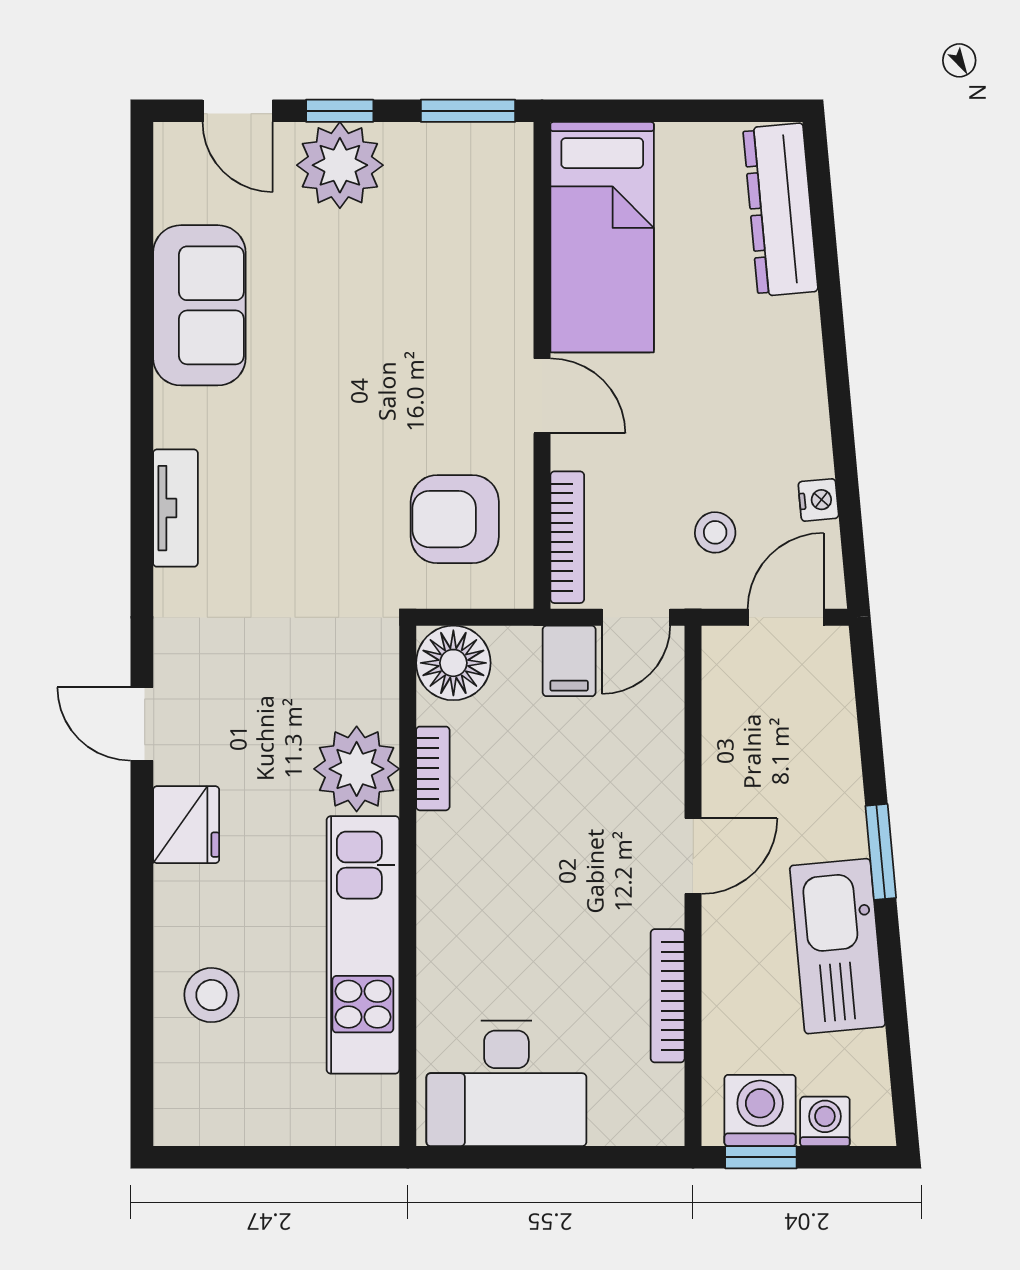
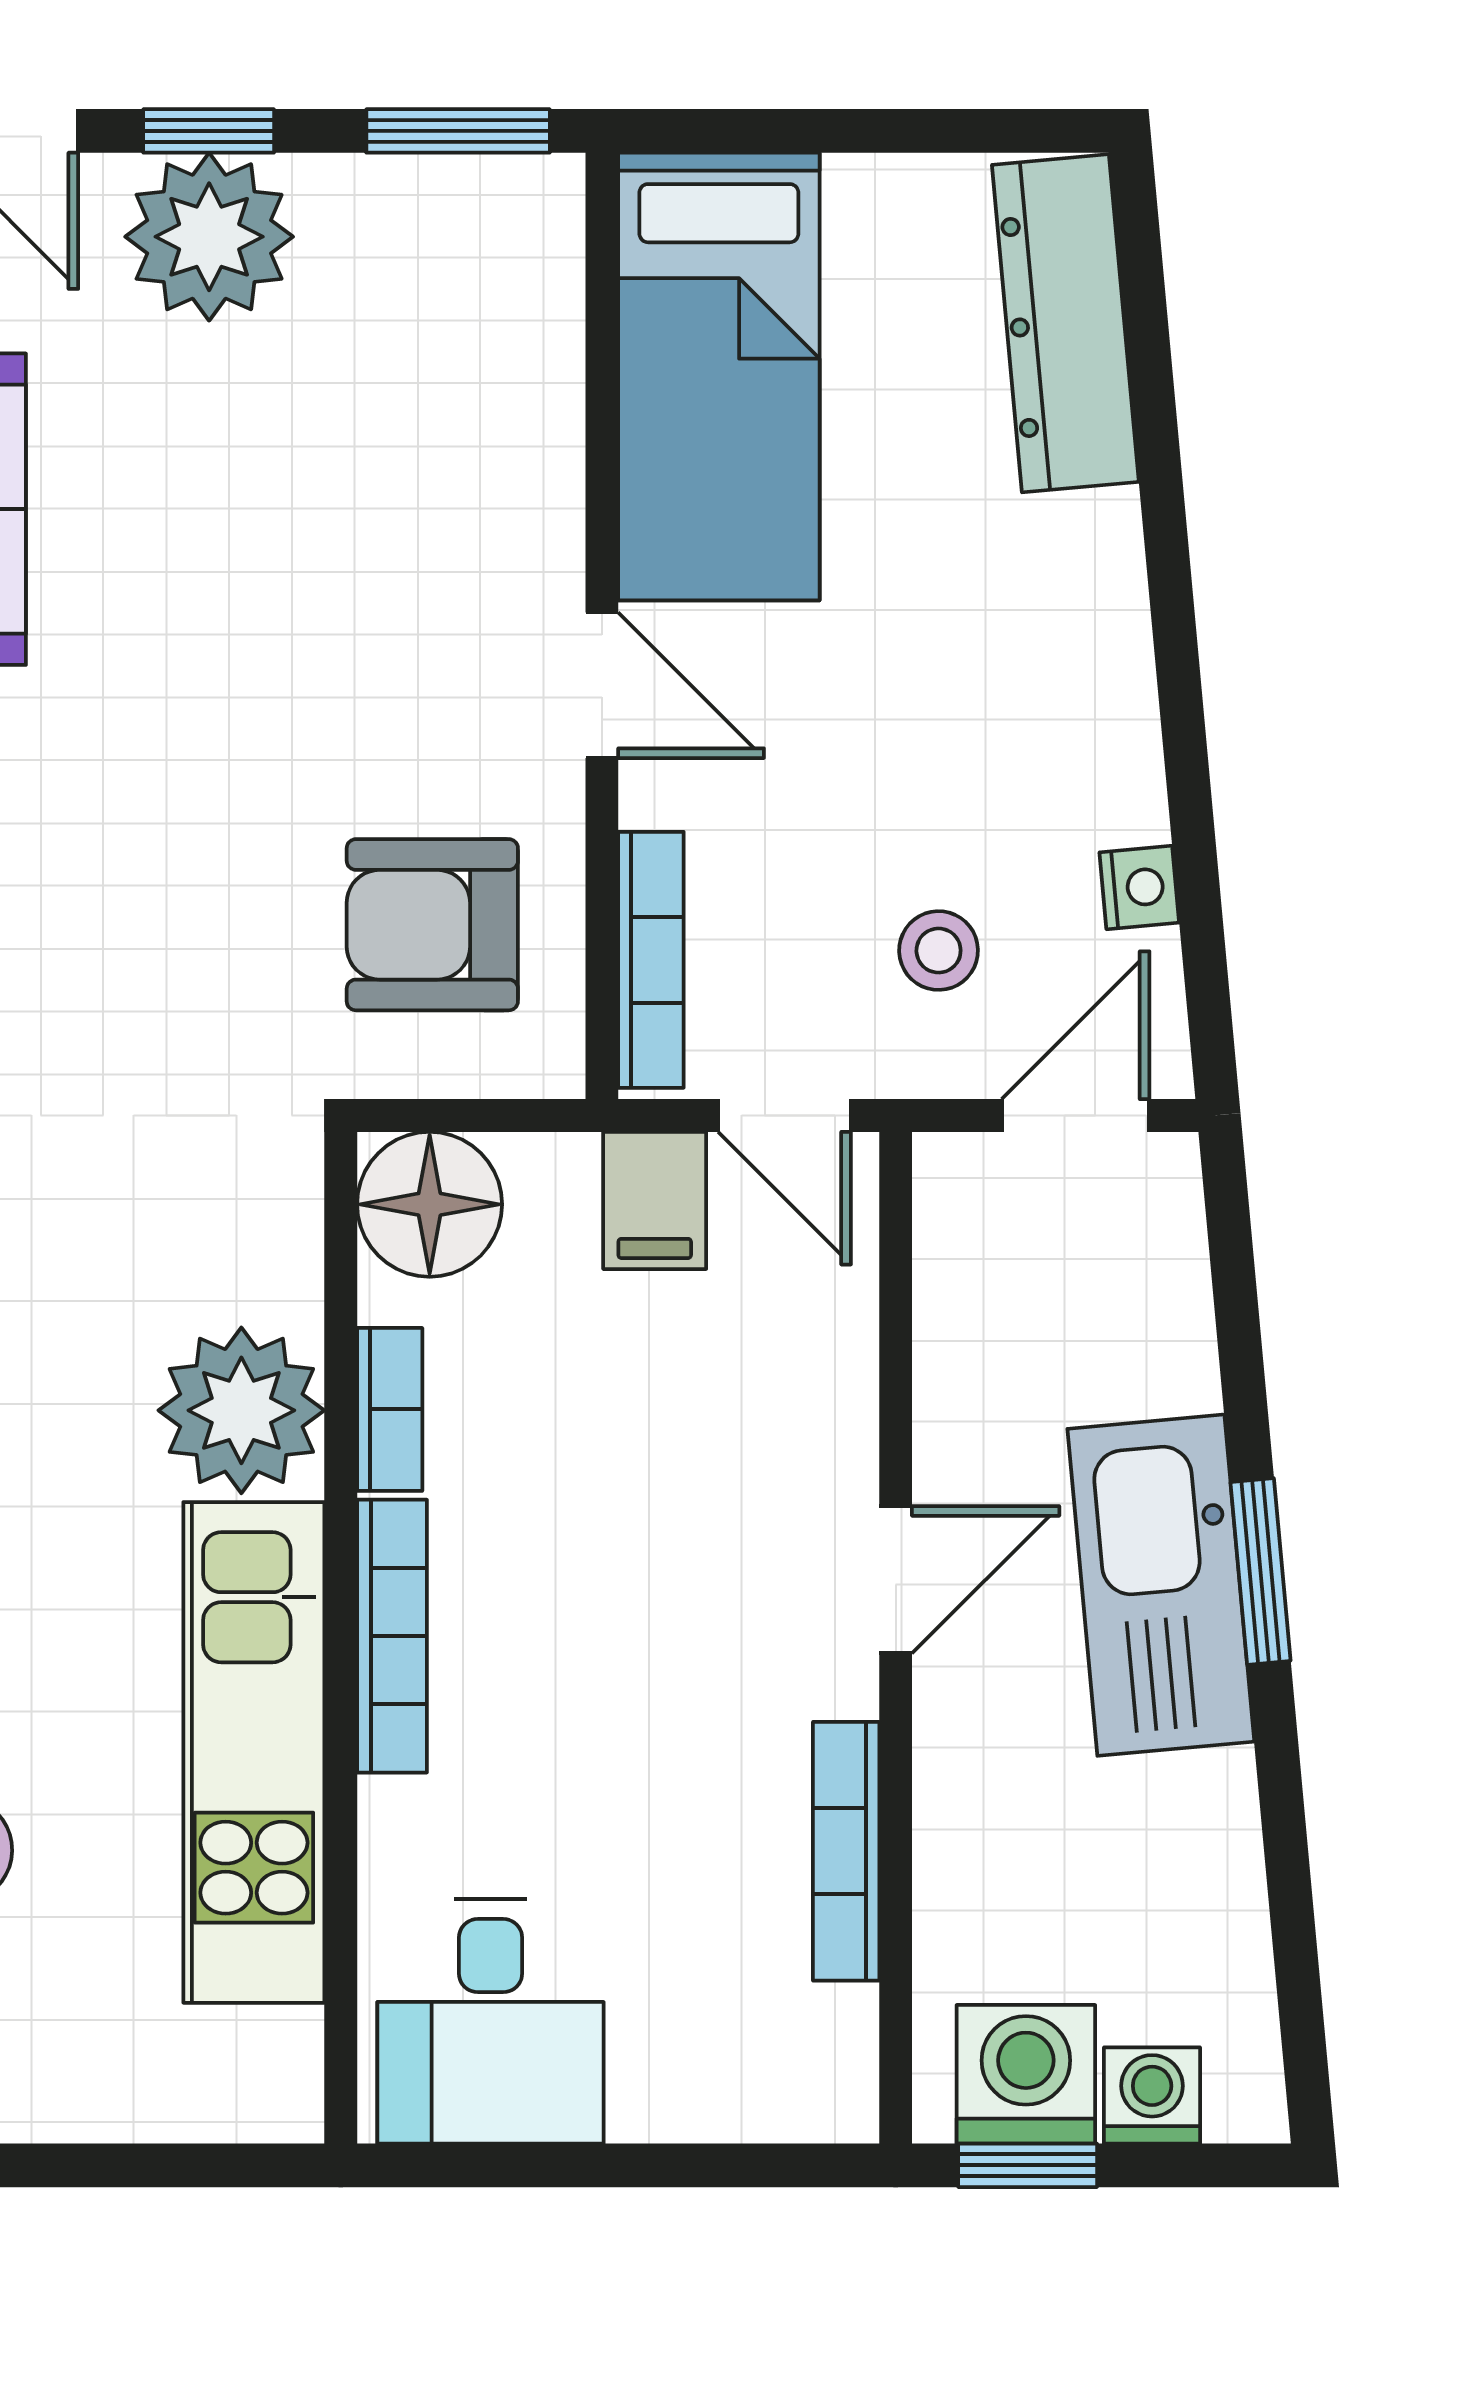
door: (636, 617) -> (785, 1115), hinge flipped
bookcase: (434, 885) -> (392, 1636), added
kitchen sink: (837, 946) -> (1161, 1585), moved
desk: (506, 1083) -> (491, 2021), width x0.73

